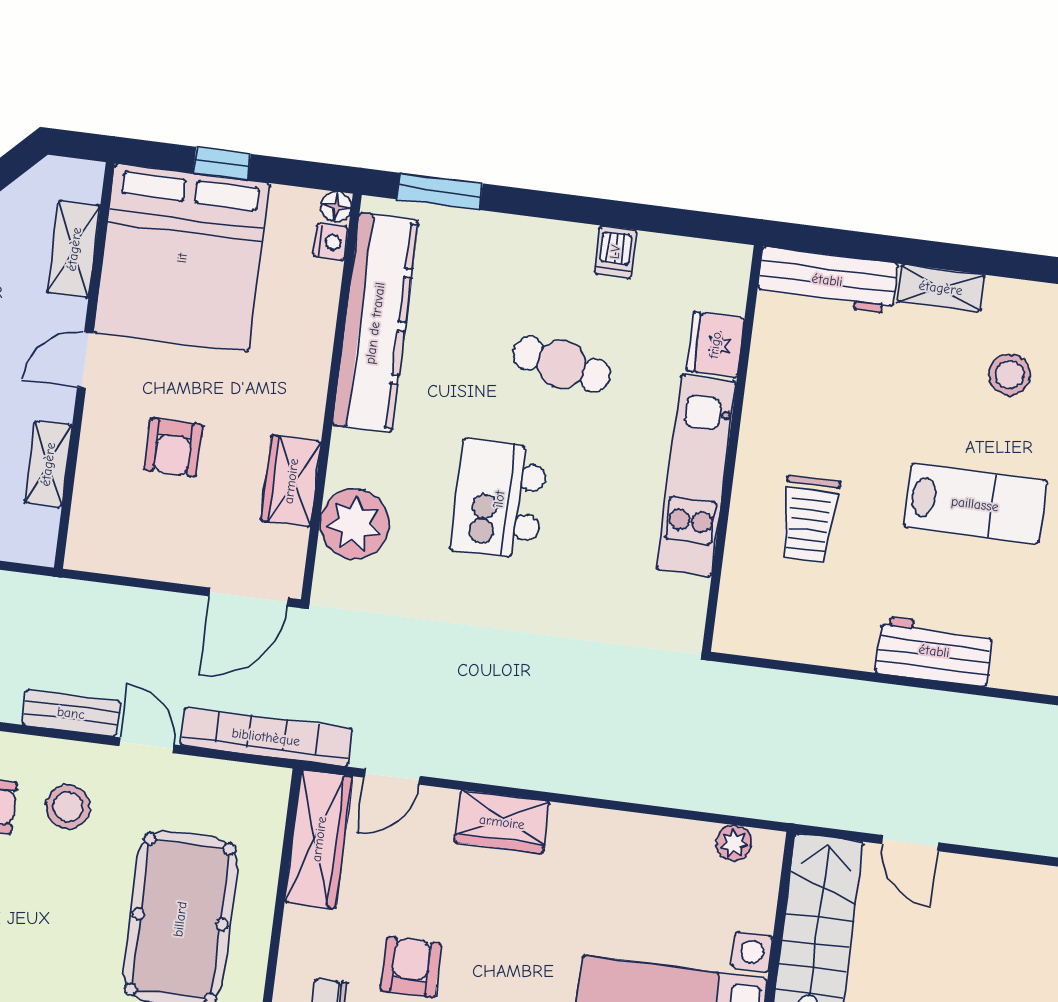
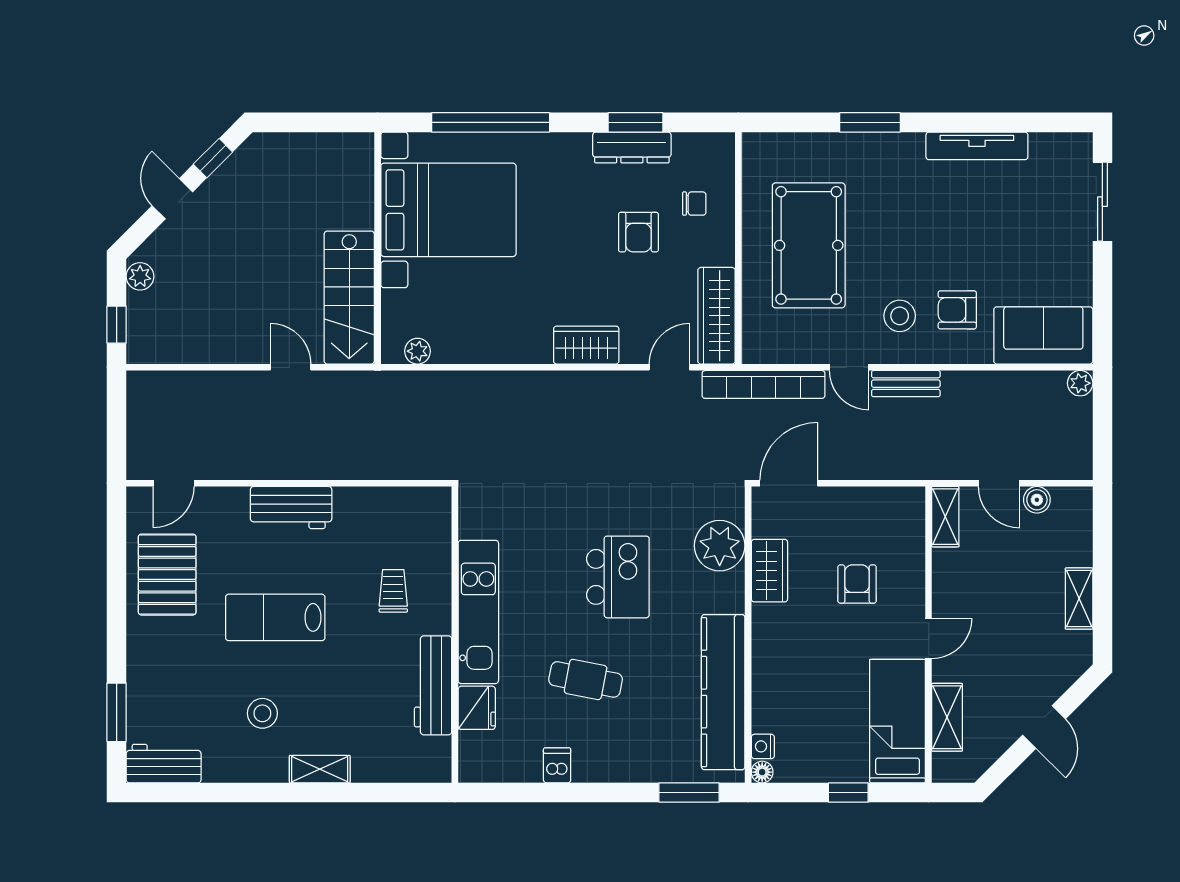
bed: (182, 258) -> (897, 721), width x0.49
workbench: (827, 280) -> (433, 685), moved, turned -90
shelving: (48, 464) -> (945, 517), moved
trolley: (809, 519) -> (393, 591), width x0.73, depth x0.72

